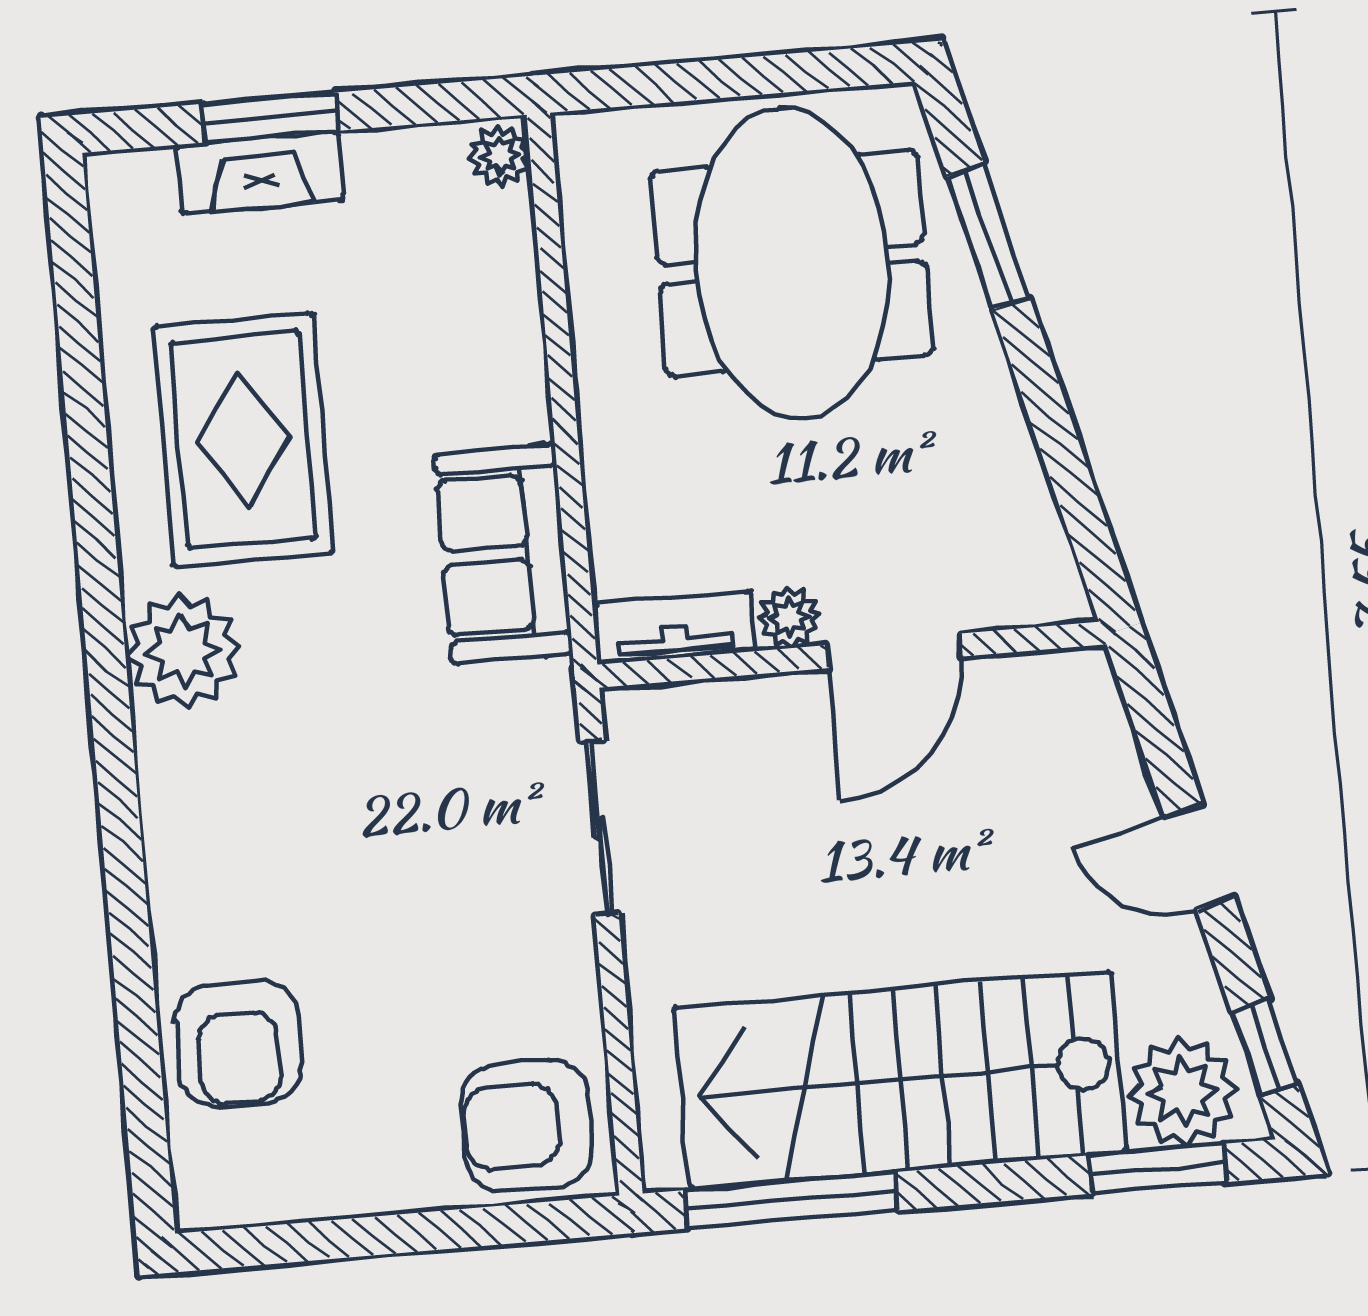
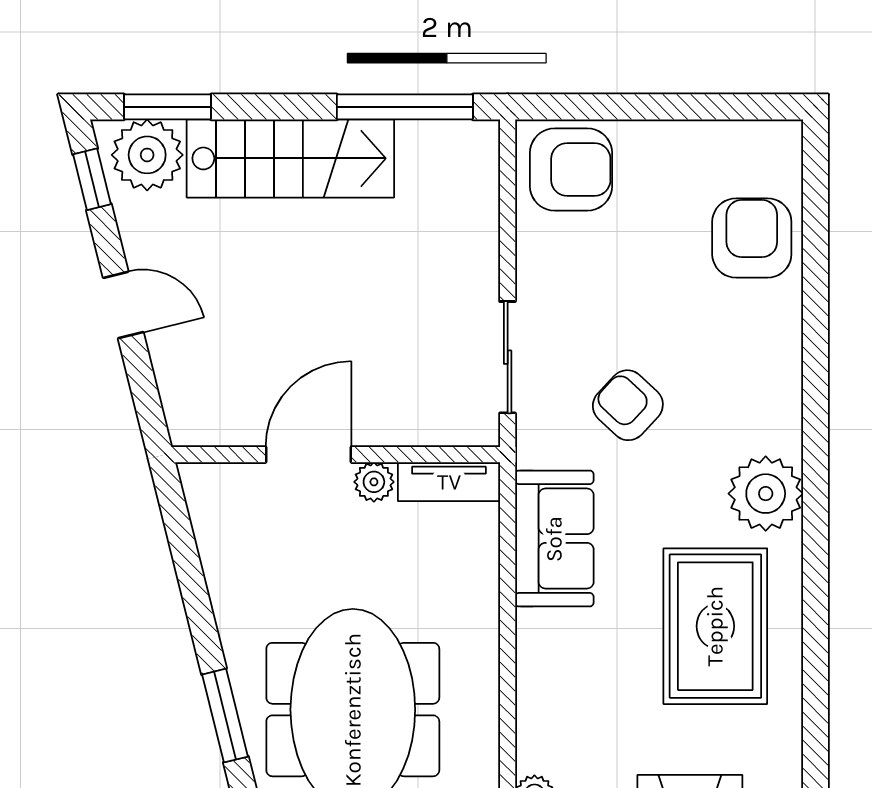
armchair: (407, 769) -> (628, 405), added
stairs: (900, 1080) -> (290, 158), width x0.73, depth x0.66

